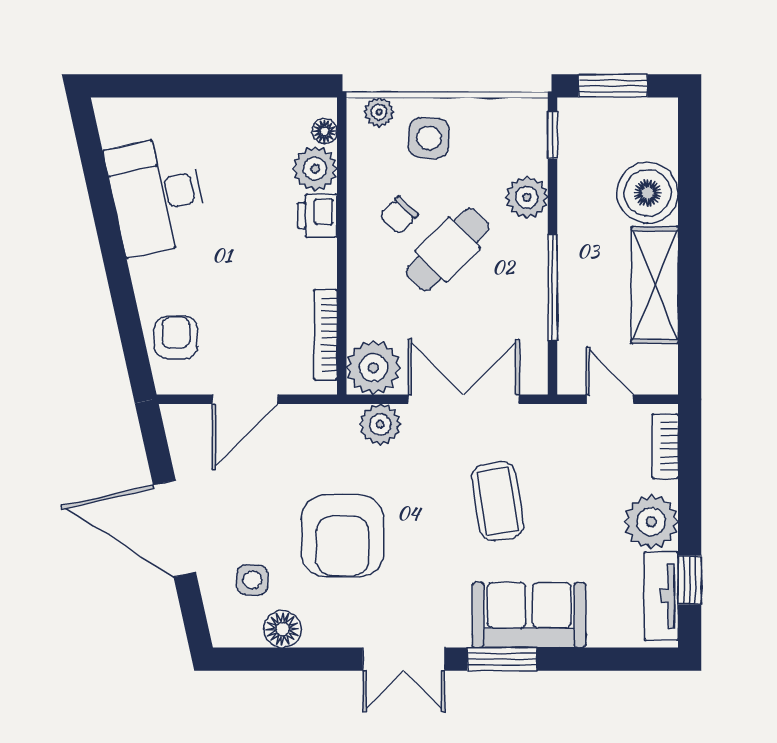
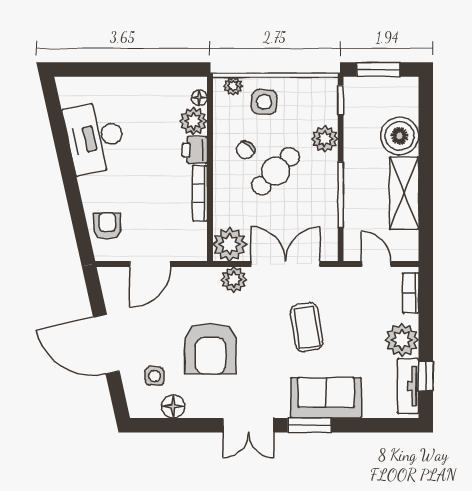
bookcase: (326, 335) -> (200, 193), moved

